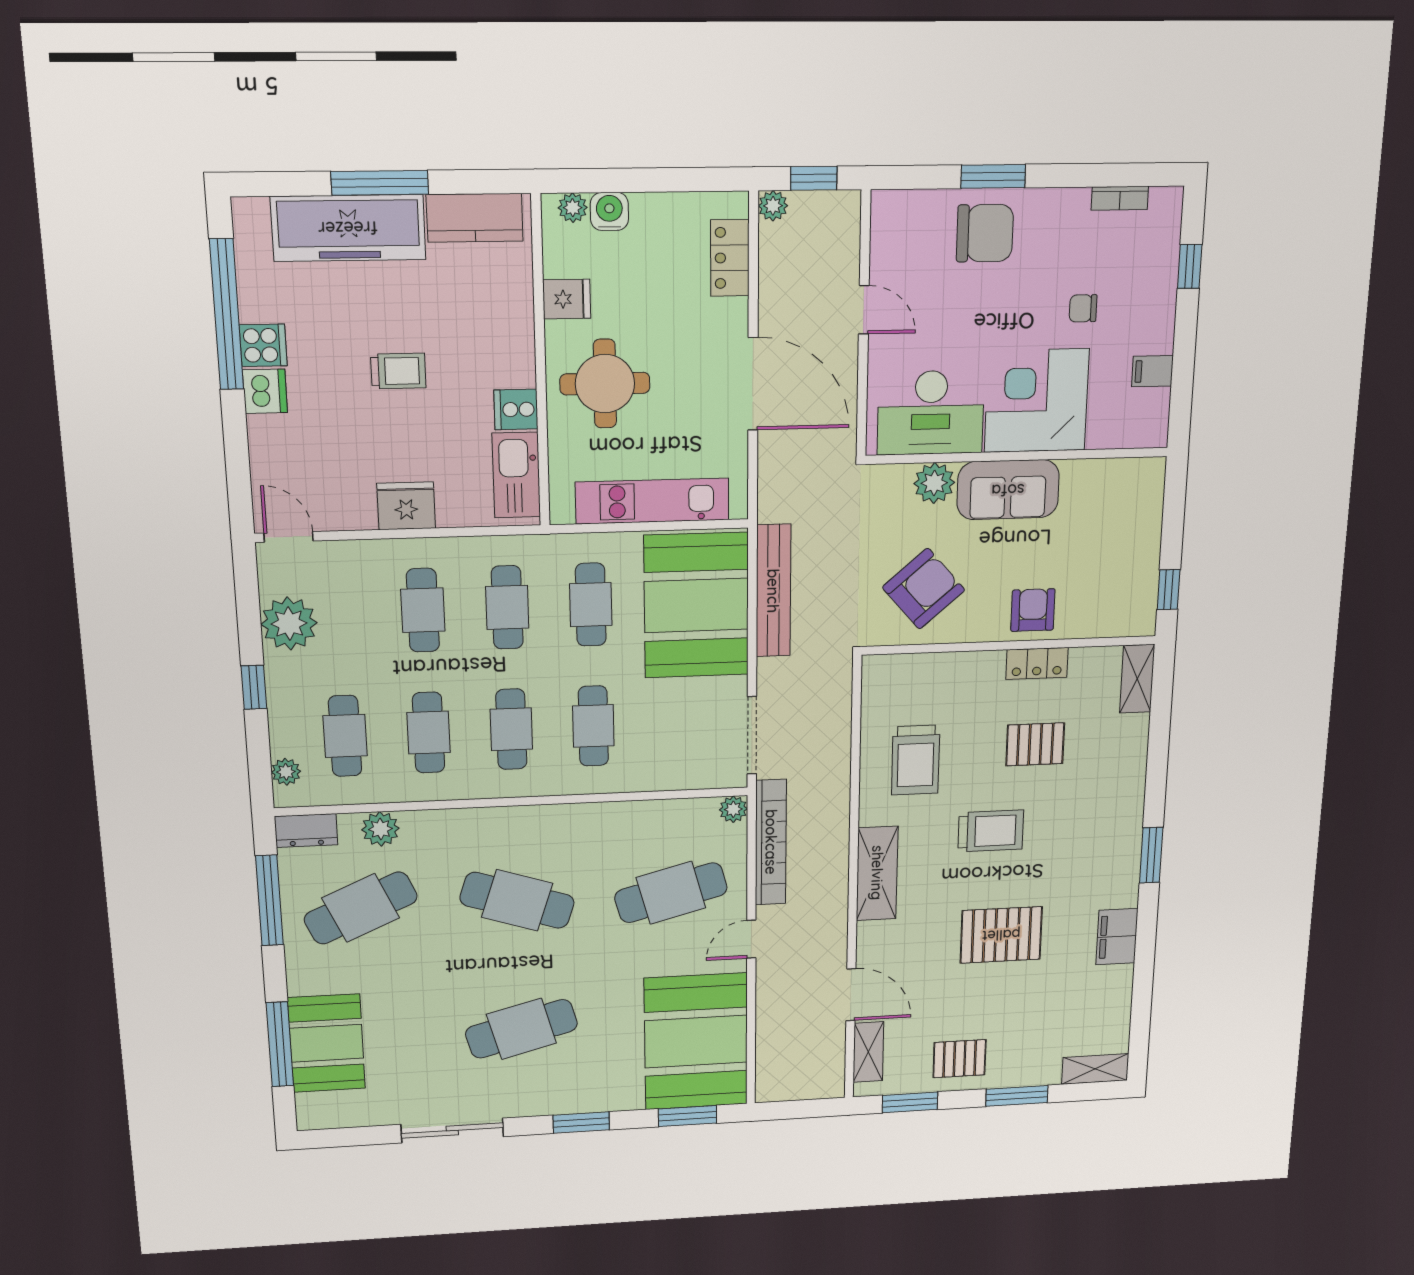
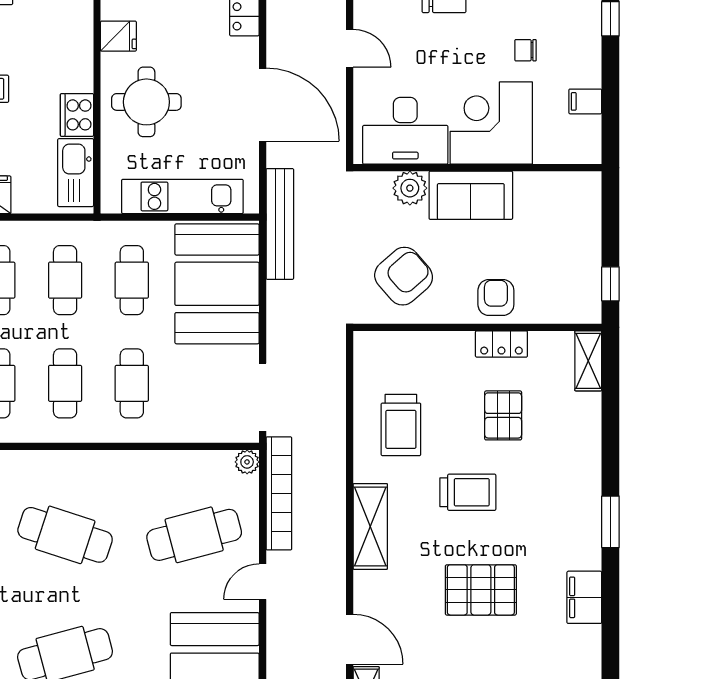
cooker: (516, 409) -> (77, 115), width x1.36
bench: (773, 591) -> (280, 224), moved
pallet: (1035, 744) -> (503, 415), turned 90

